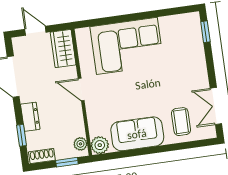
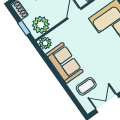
plant: (80, 144) -> (41, 25), width x1.87, depth x1.87

